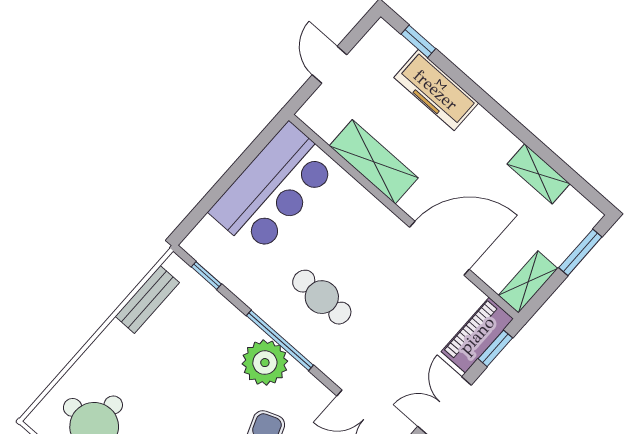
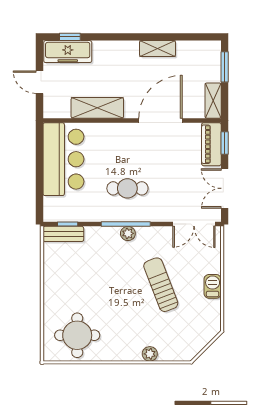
freezer: (436, 90) -> (68, 52), moved
shelving: (539, 174) -> (157, 49), moved
bench: (147, 299) -> (63, 234), moved, turned 90
plant: (265, 363) -> (128, 233), width x0.53, depth x0.53

